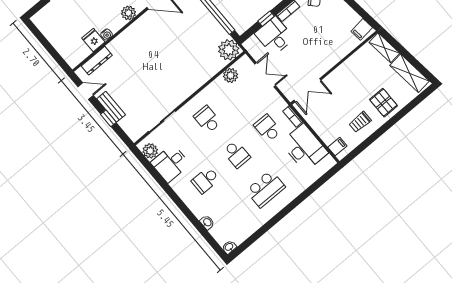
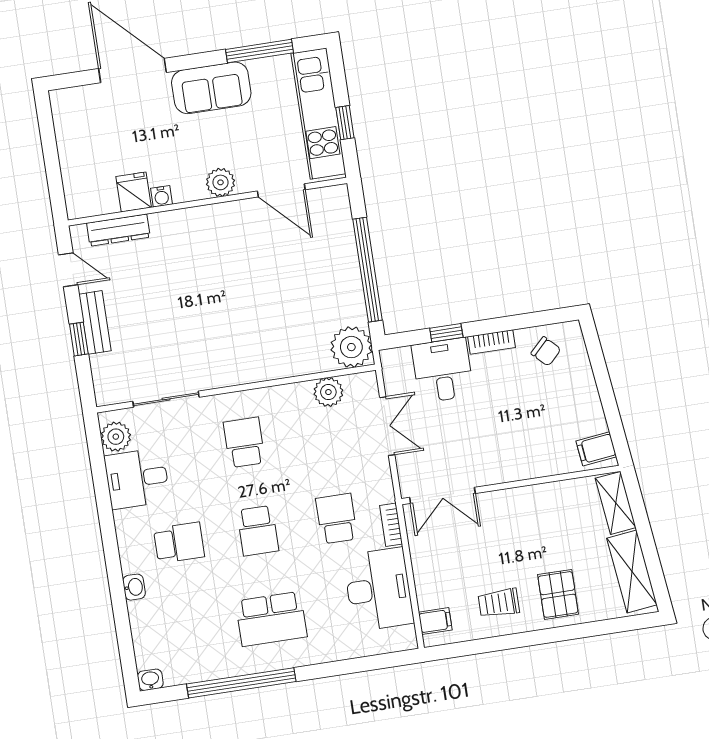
school desk: (205, 180) -> (179, 543), turned 180
washbasin: (207, 222) -> (134, 587), moved
window: (269, 224) -> (241, 683), added

